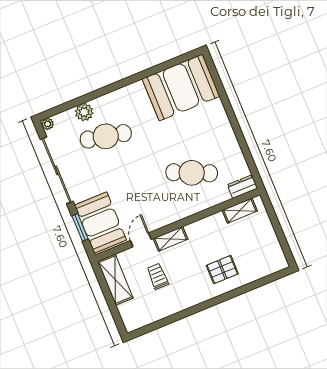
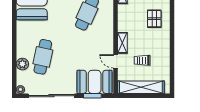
shelving: (115, 280) -> (141, 87), width x1.47

